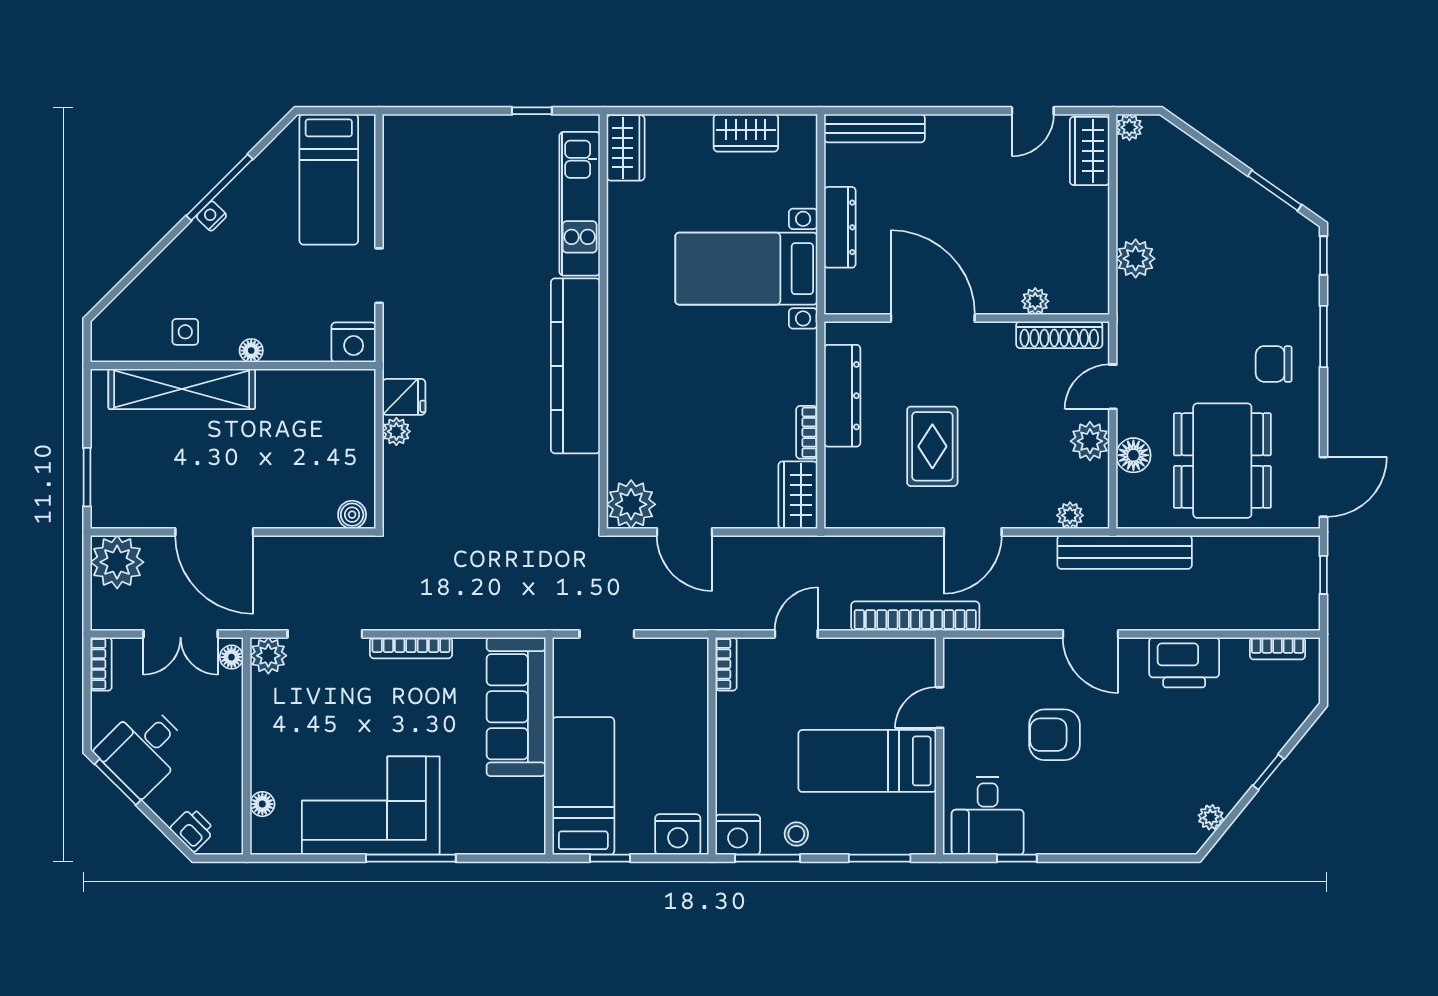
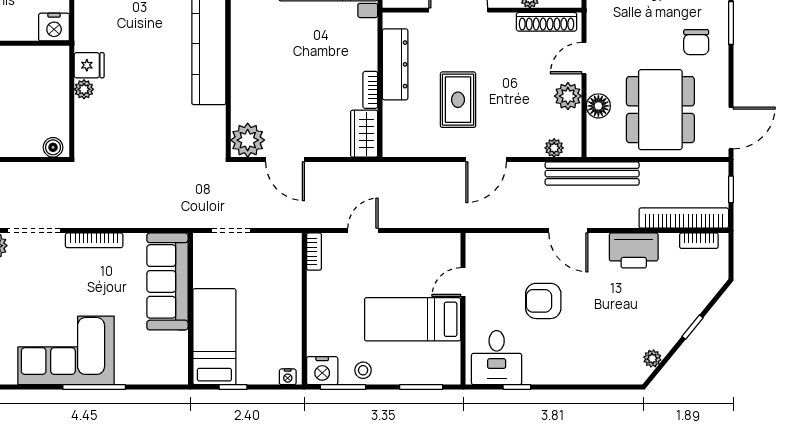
chair: (1274, 364) -> (696, 42), turned -90
bookcase: (915, 616) -> (684, 218), moved
nightstand: (678, 834) -> (288, 377), width x0.53, depth x0.56

